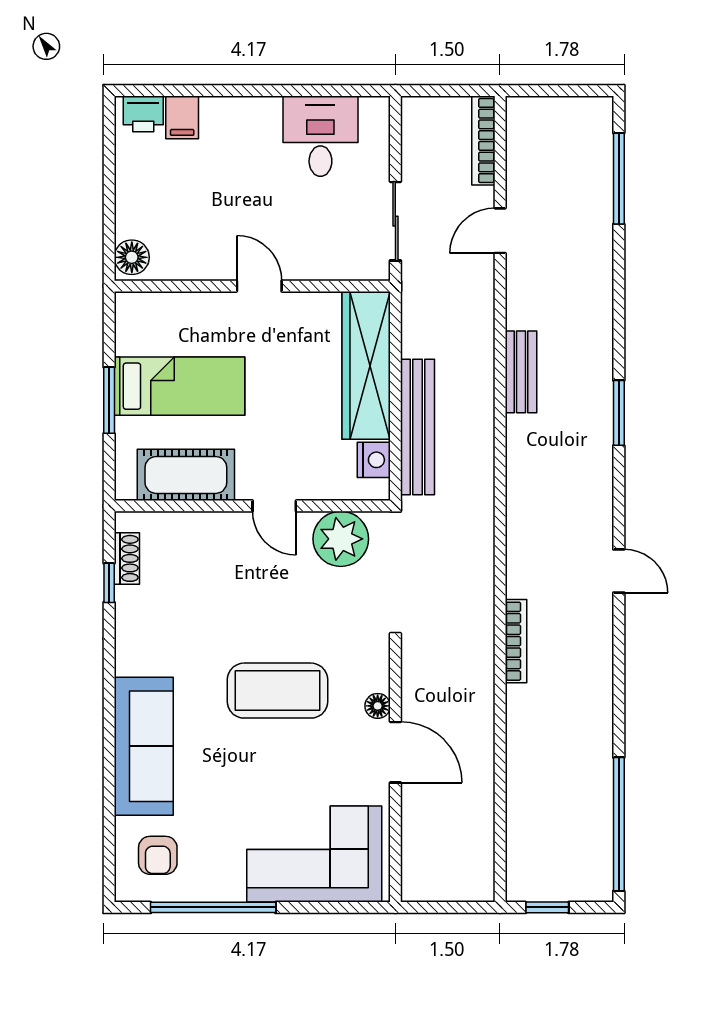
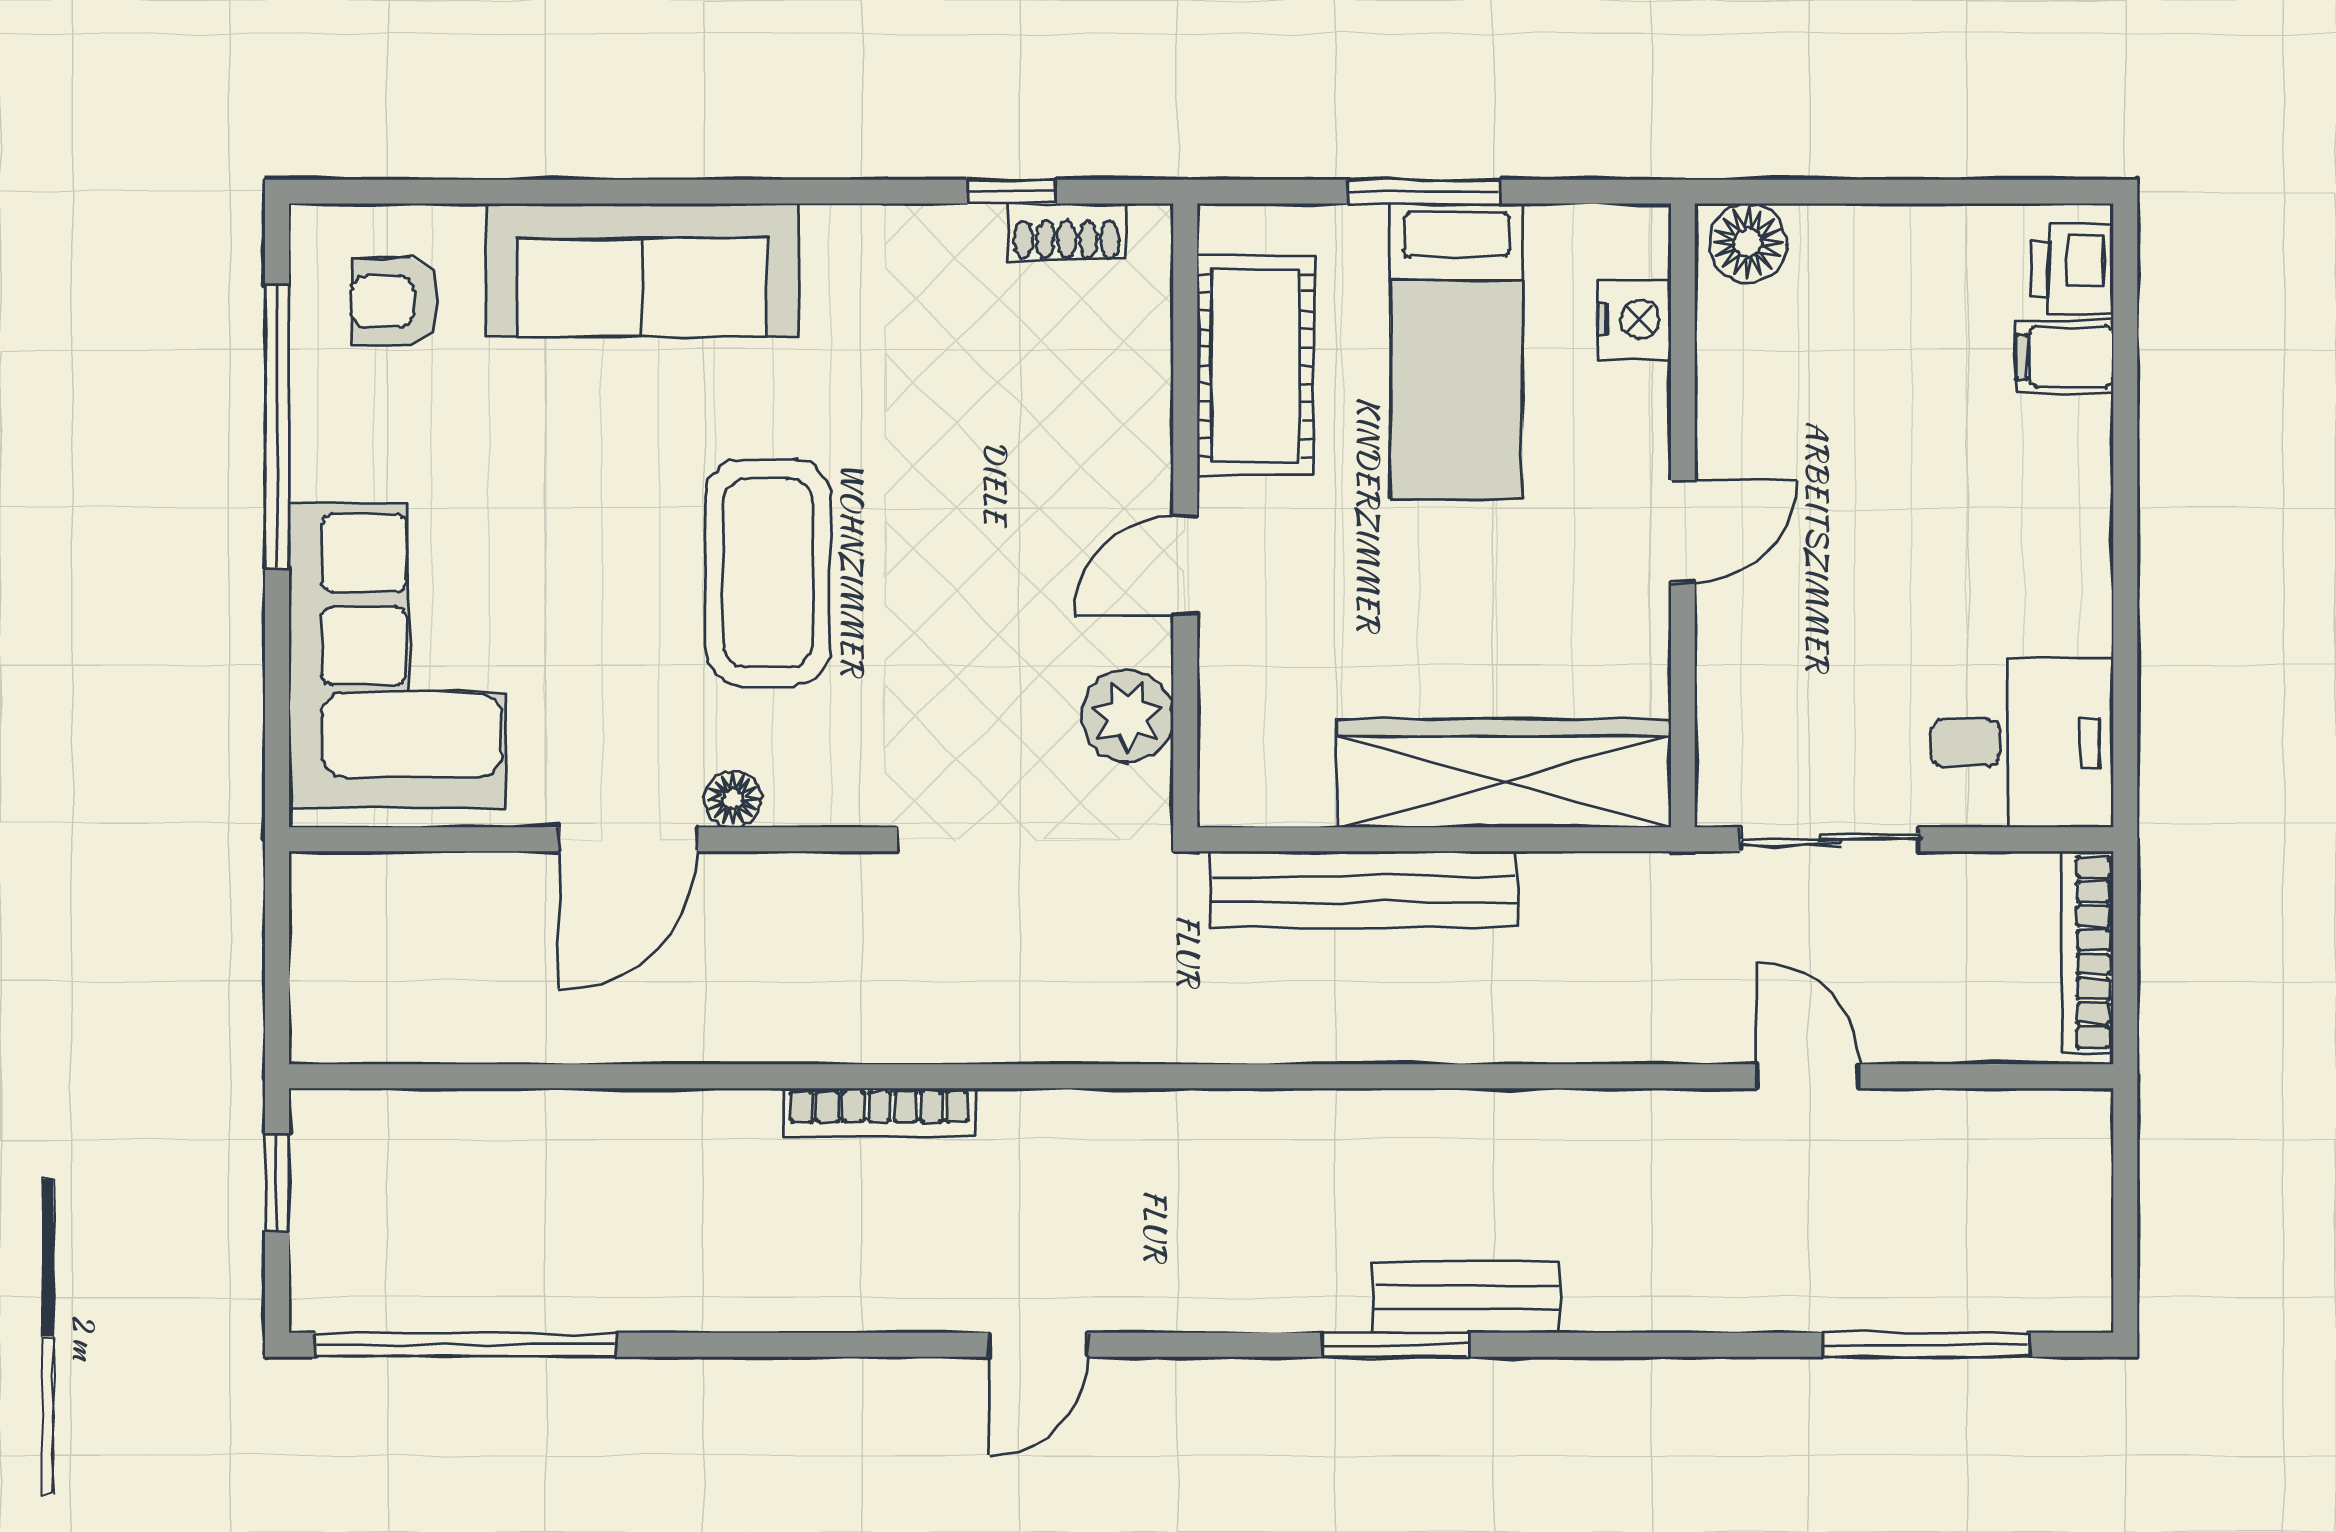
desk: (320, 136) -> (2022, 743), moved
bookcase: (483, 140) -> (2087, 952), moved, turned -90
bench: (521, 372) -> (1467, 1297), moved
nightstand: (374, 460) -> (1634, 320), moved, turned -90
plant: (341, 539) -> (1128, 716), width x0.73, depth x0.73

